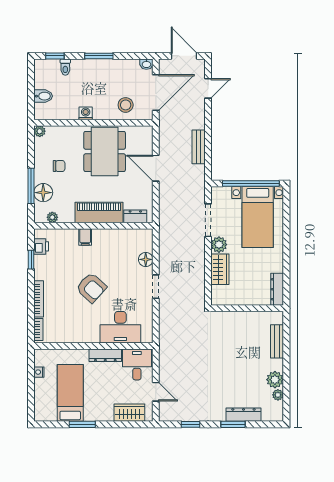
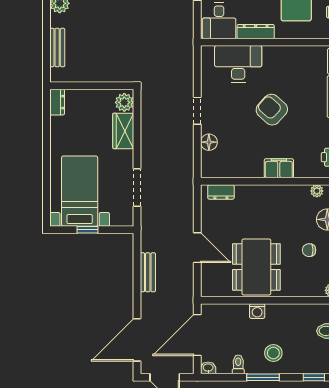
toilet: (65, 67) -> (238, 364), moved
door: (208, 88) -> (137, 340), width x1.87
stool: (126, 105) -> (273, 353), moved
washing machine: (86, 113) -> (257, 311), moved
window: (251, 184) -> (87, 230), width x0.32
piano: (99, 212) -> (263, 197), removed
filing cabinet: (85, 237) -> (279, 168), width x2.00
plant: (219, 245) -> (124, 102), moved
dresser: (277, 289) -> (57, 102), width x0.70

